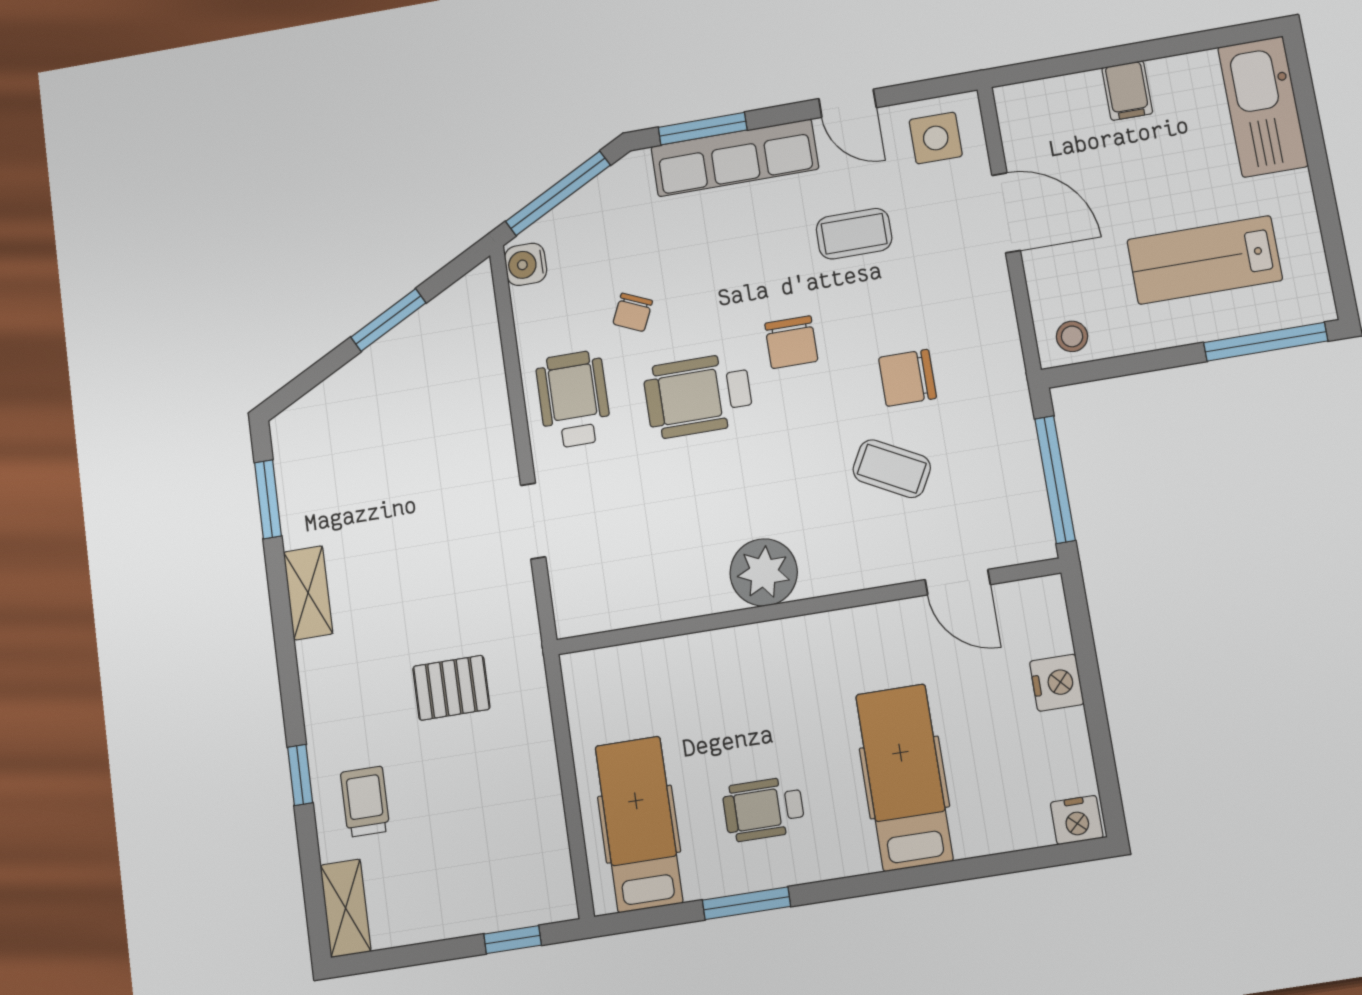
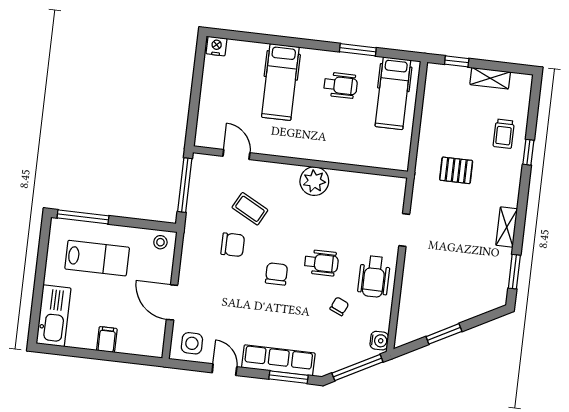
coffee table: (854, 234) -> (238, 312), removed
wheelchair: (698, 396) -> (321, 263), width x0.73, depth x0.73
nightstand: (1057, 683) -> (208, 103), removed
shelving: (346, 908) -> (490, 78), moved, turned 90

